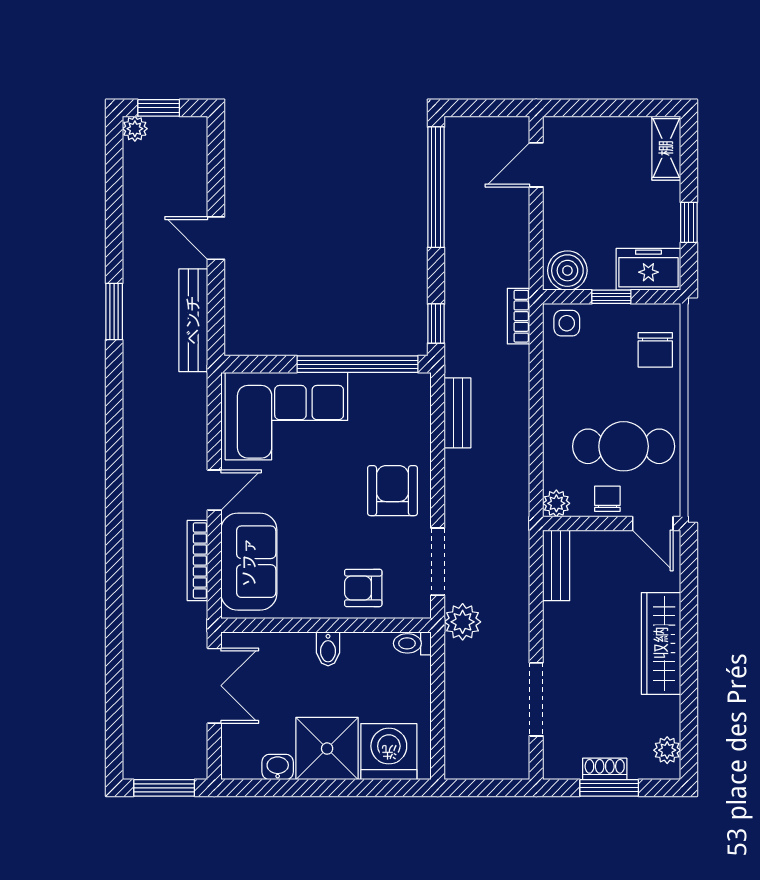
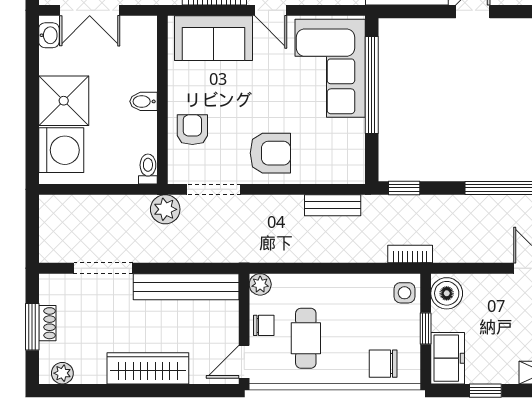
window: (357, 364) -> (372, 85), moved
cafe table: (624, 446) -> (306, 338), width x0.73, depth x0.74
bench: (556, 565) -> (186, 287), width x1.86, depth x1.21
double door: (214, 686) -> (90, 10), moved
washbasin: (278, 767) -> (49, 35), moved

